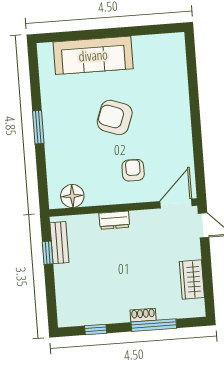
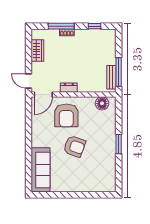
sofa: (93, 55) -> (41, 170), moved, turned 90
armchair: (133, 170) -> (66, 115), width x1.88, depth x1.88
dresser: (114, 220) -> (69, 88), moved
window: (48, 253) -> (119, 72), width x2.17

